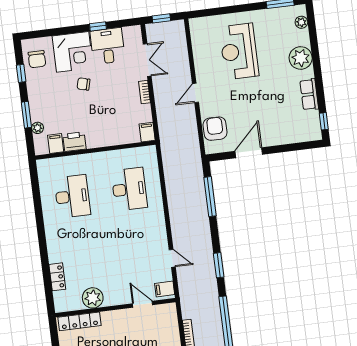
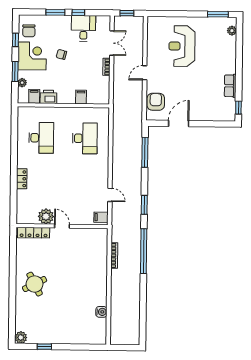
window: (68, 30) -> (55, 12), added
corner desk: (73, 52) -> (32, 56), moved, turned -90
plant: (301, 58) -> (228, 57), removed
filing cabinet: (147, 132) -> (81, 97), moved
locker: (57, 277) -> (22, 179), moved
door: (143, 304) -> (62, 226), moved

